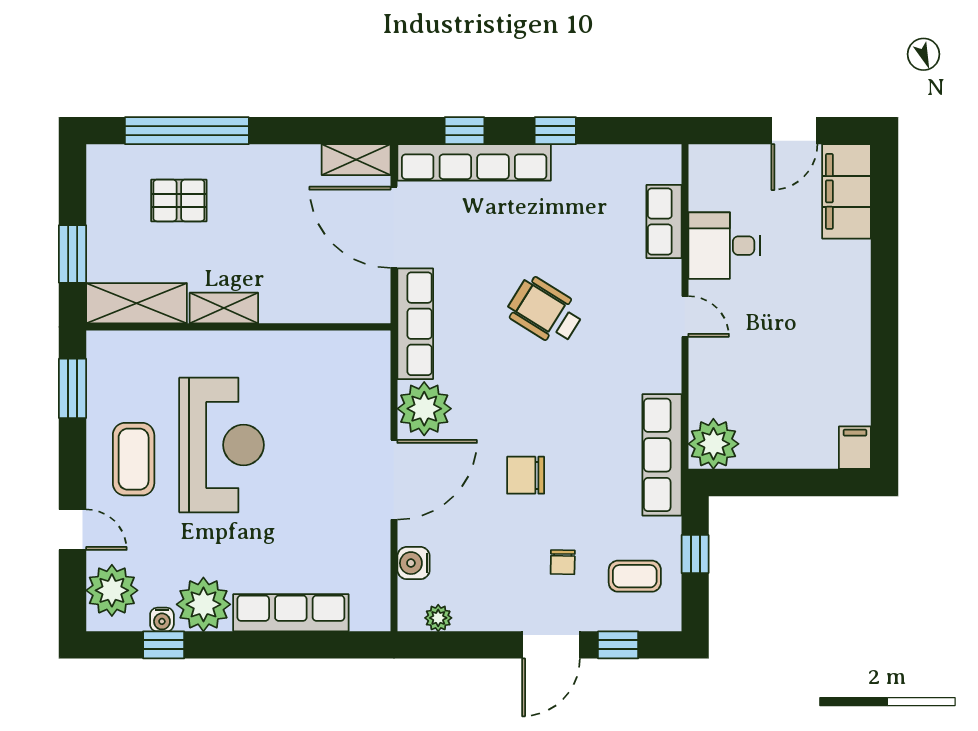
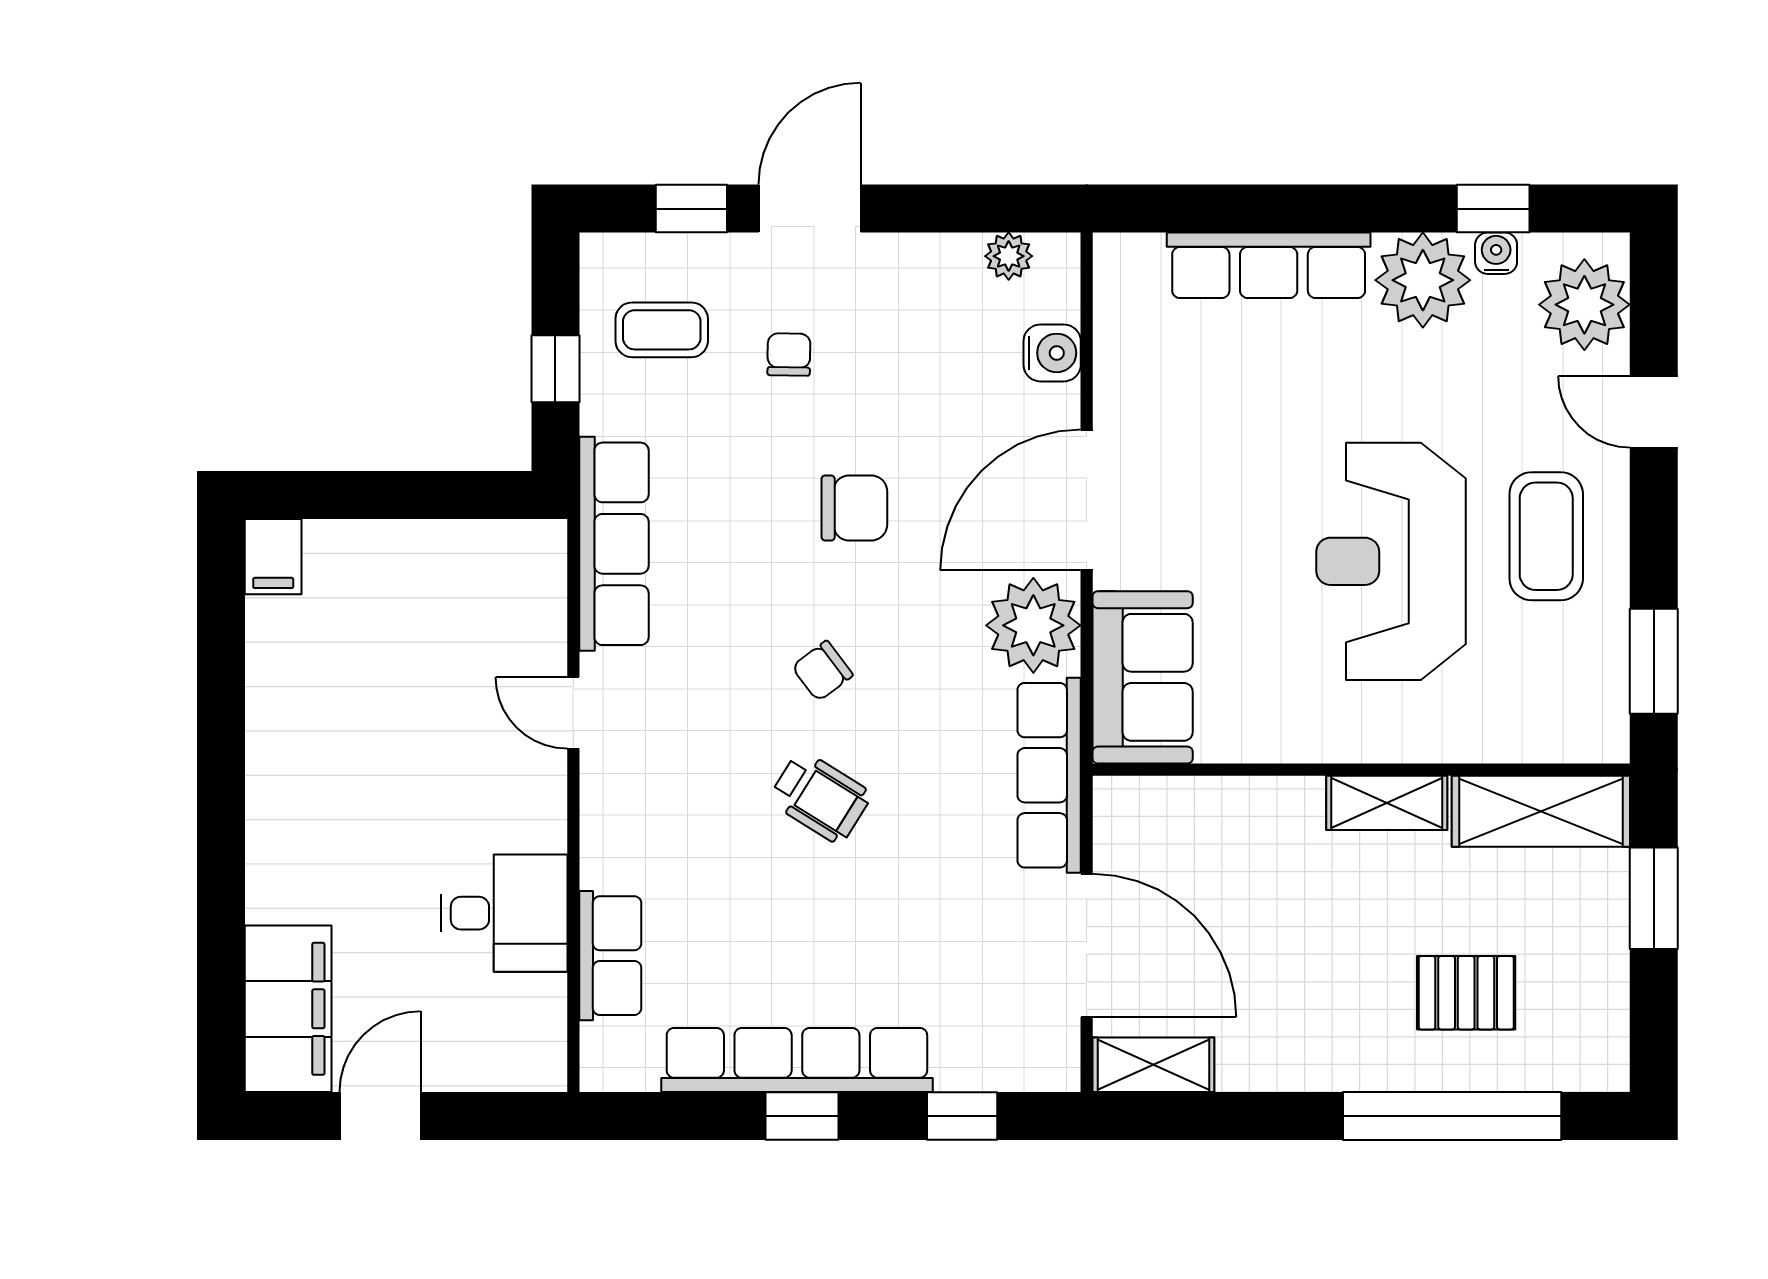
row of seats: (474, 162) -> (797, 1060), moved
wheelchair: (545, 311) -> (820, 797), width x0.73, depth x0.73
door: (685, 316) -> (573, 713), moved
sofa: (362, 379) -> (1143, 677), added
chair: (544, 383) -> (822, 671), added
plant: (713, 444) -> (523, 563), removed

